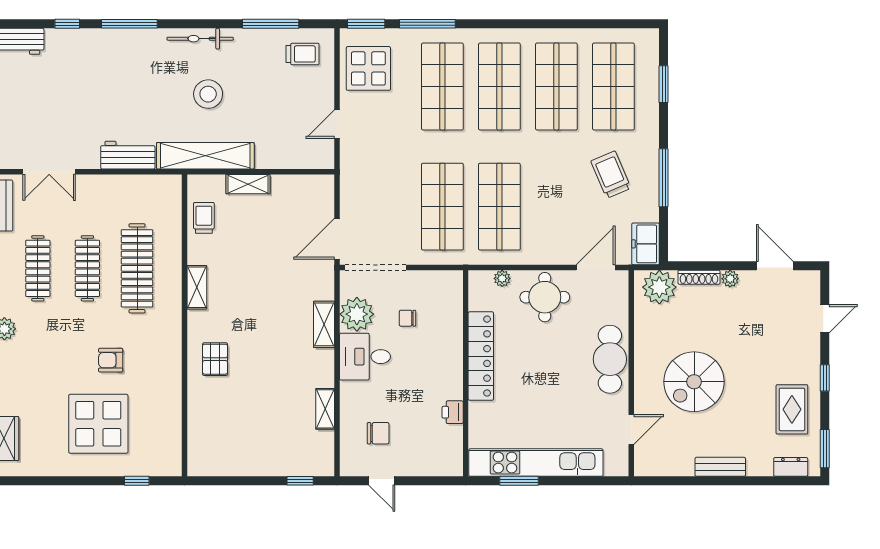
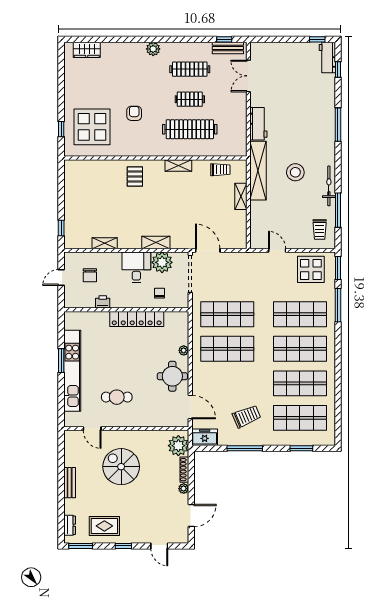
window: (67, 24) -> (338, 69), moved
bicycle: (200, 39) -> (329, 186), moved
clothes rail: (87, 268) -> (190, 99), width x0.73
locker: (481, 356) -> (137, 319), moved
pallet: (215, 359) -> (135, 177), turned 90
cafe table: (610, 359) -> (117, 397), moved, width x0.73, depth x0.74
wall: (466, 373) -> (126, 310), moved
printer: (453, 412) -> (103, 302), moved
display table: (98, 424) -> (92, 127), moved

